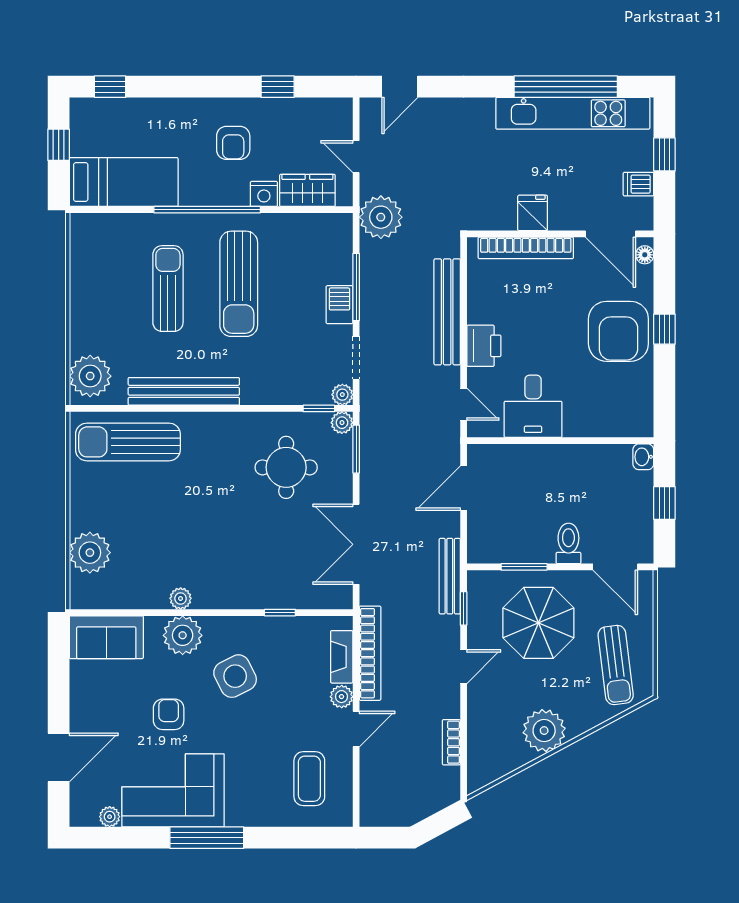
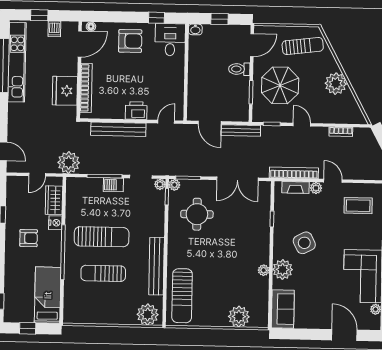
fridge: (533, 213) -> (65, 91), width x1.88, depth x1.34
window: (664, 329) -> (156, 18), moved
armchair: (618, 331) -> (130, 41), width x0.73, depth x0.73
desk: (533, 406) -> (170, 40), moved, turned -90
bench: (450, 576) -> (241, 130), moved
armchair: (169, 714) -> (323, 278), removed

